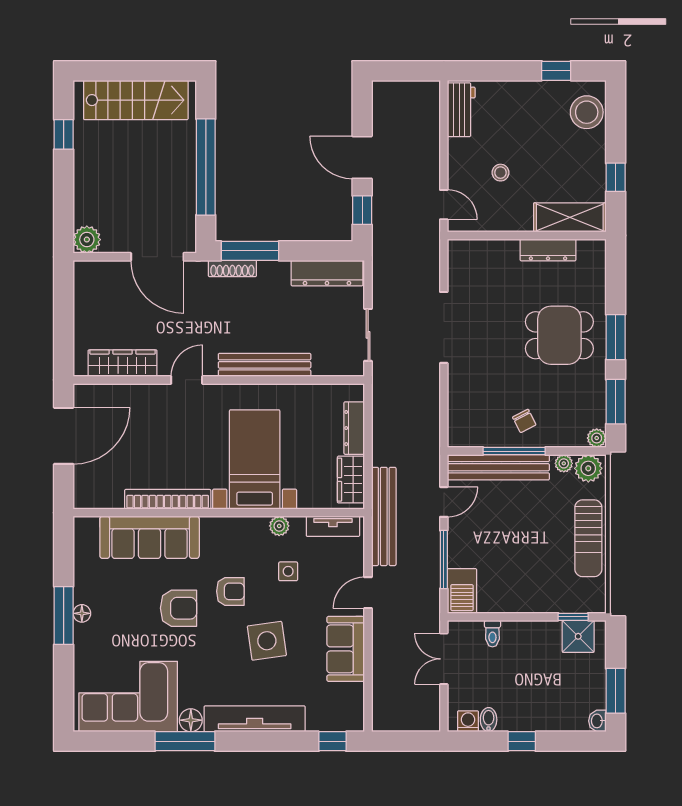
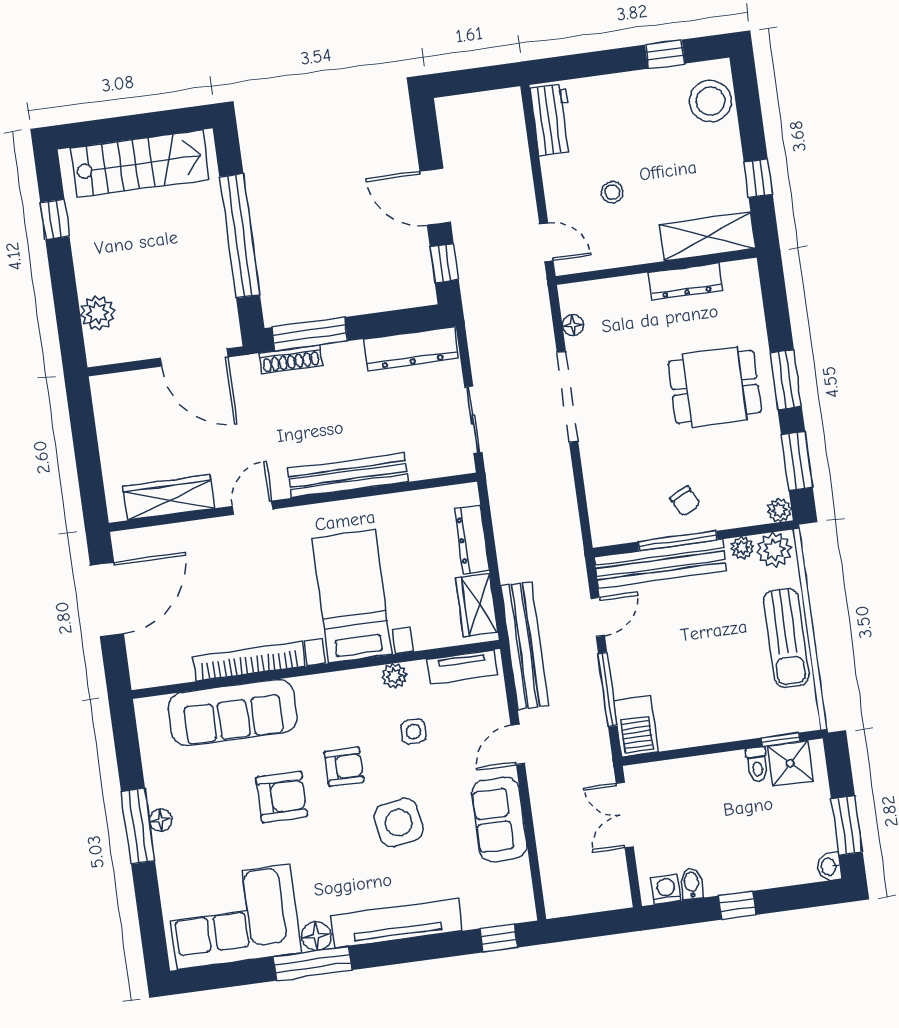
plant: (87, 240) -> (97, 313), moved
floor lamp: (456, 272) -> (573, 325), added
toilet: (492, 634) -> (757, 764), moved

